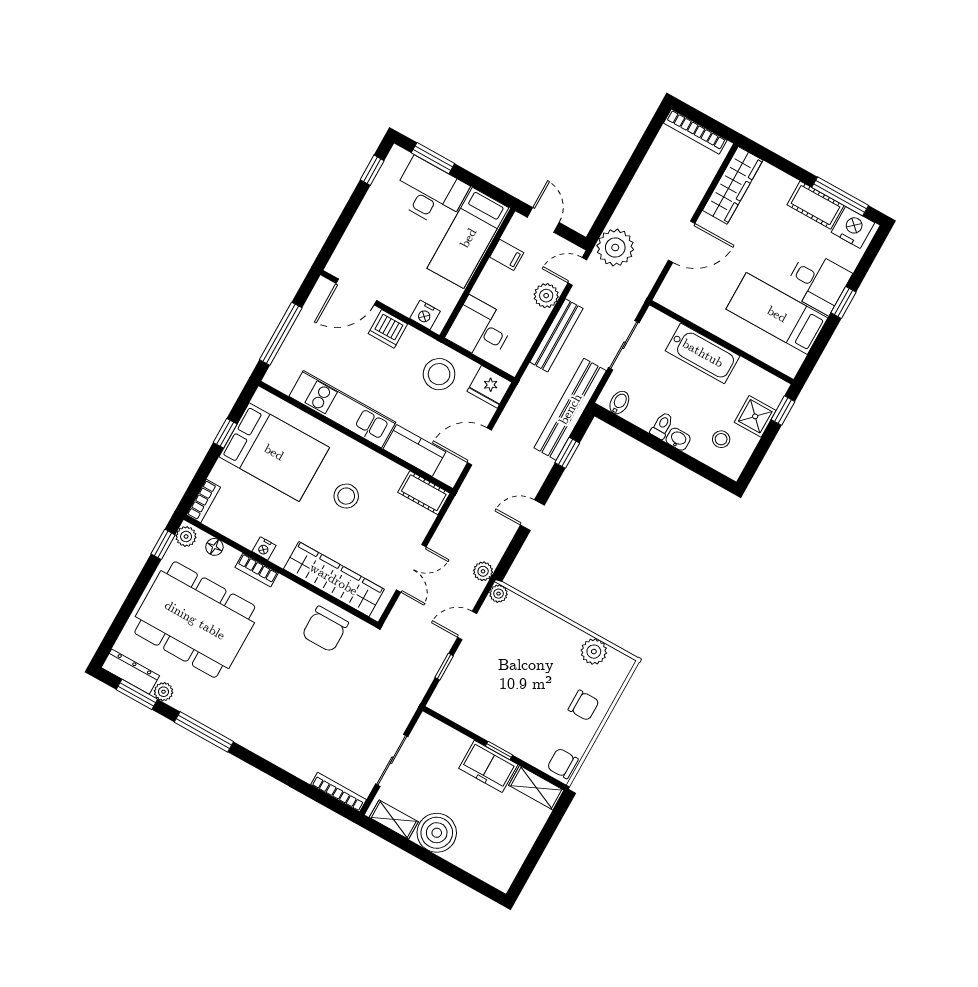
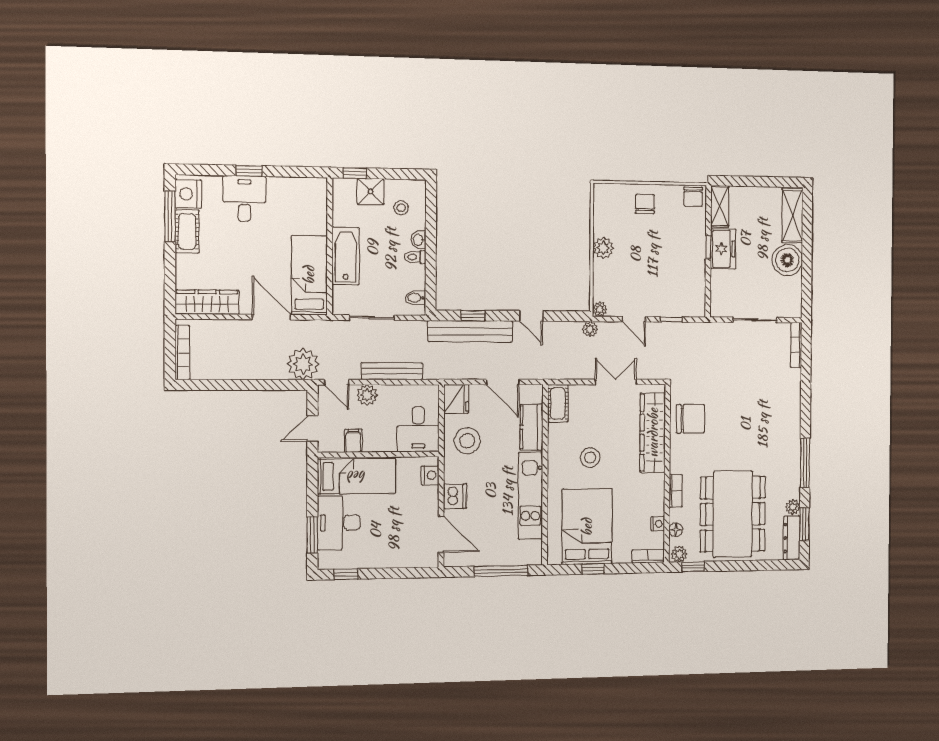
bed: (777, 314) -> (309, 275), moved, turned 180
bench: (570, 409) -> (470, 331), moved
nightstand: (264, 548) -> (658, 524), moved
plant: (594, 652) -> (603, 248), moved
shelving: (394, 820) -> (792, 215), moved, width x1.50, depth x1.33

